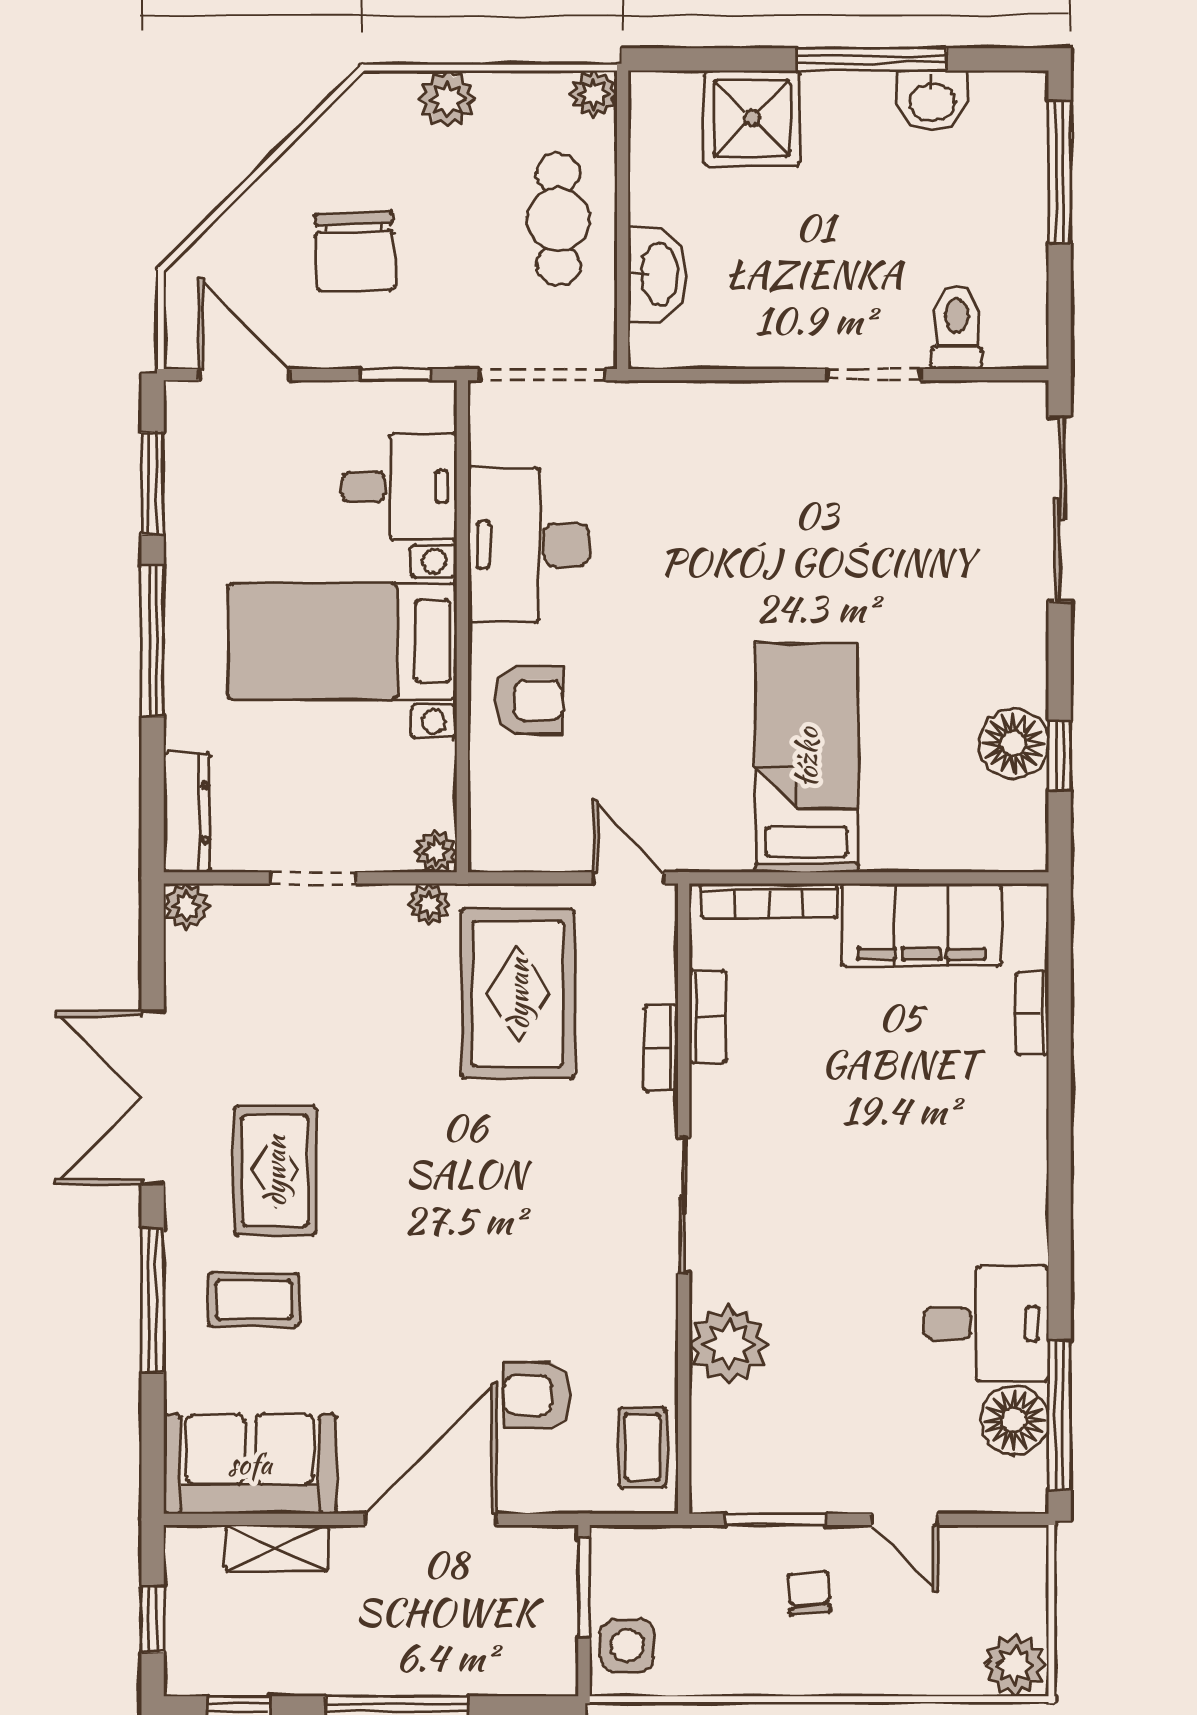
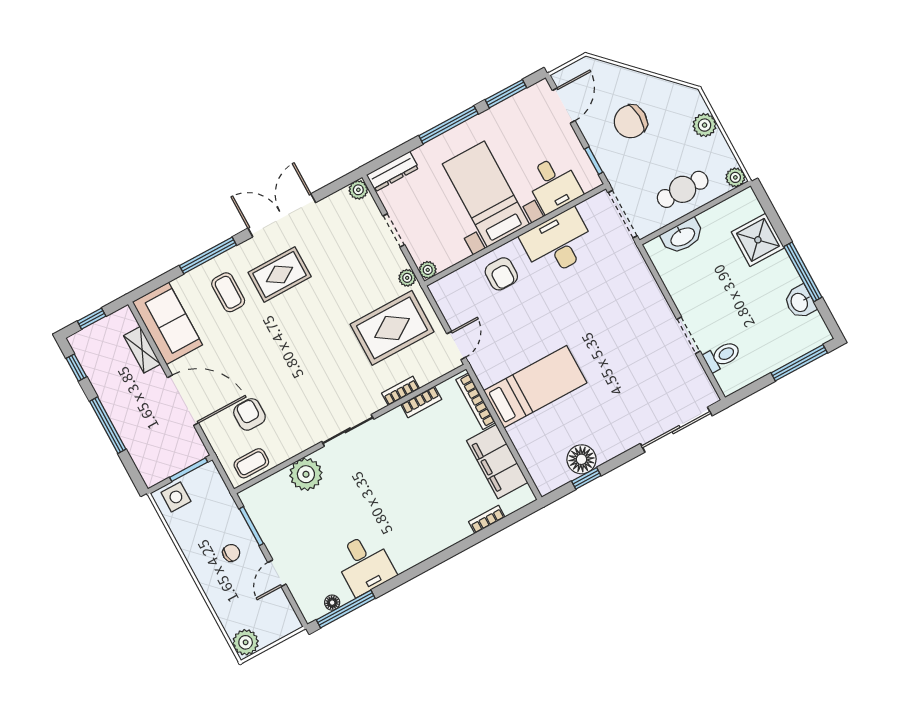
floor lamp: (1014, 1420) -> (332, 603), width x0.53, depth x0.53

